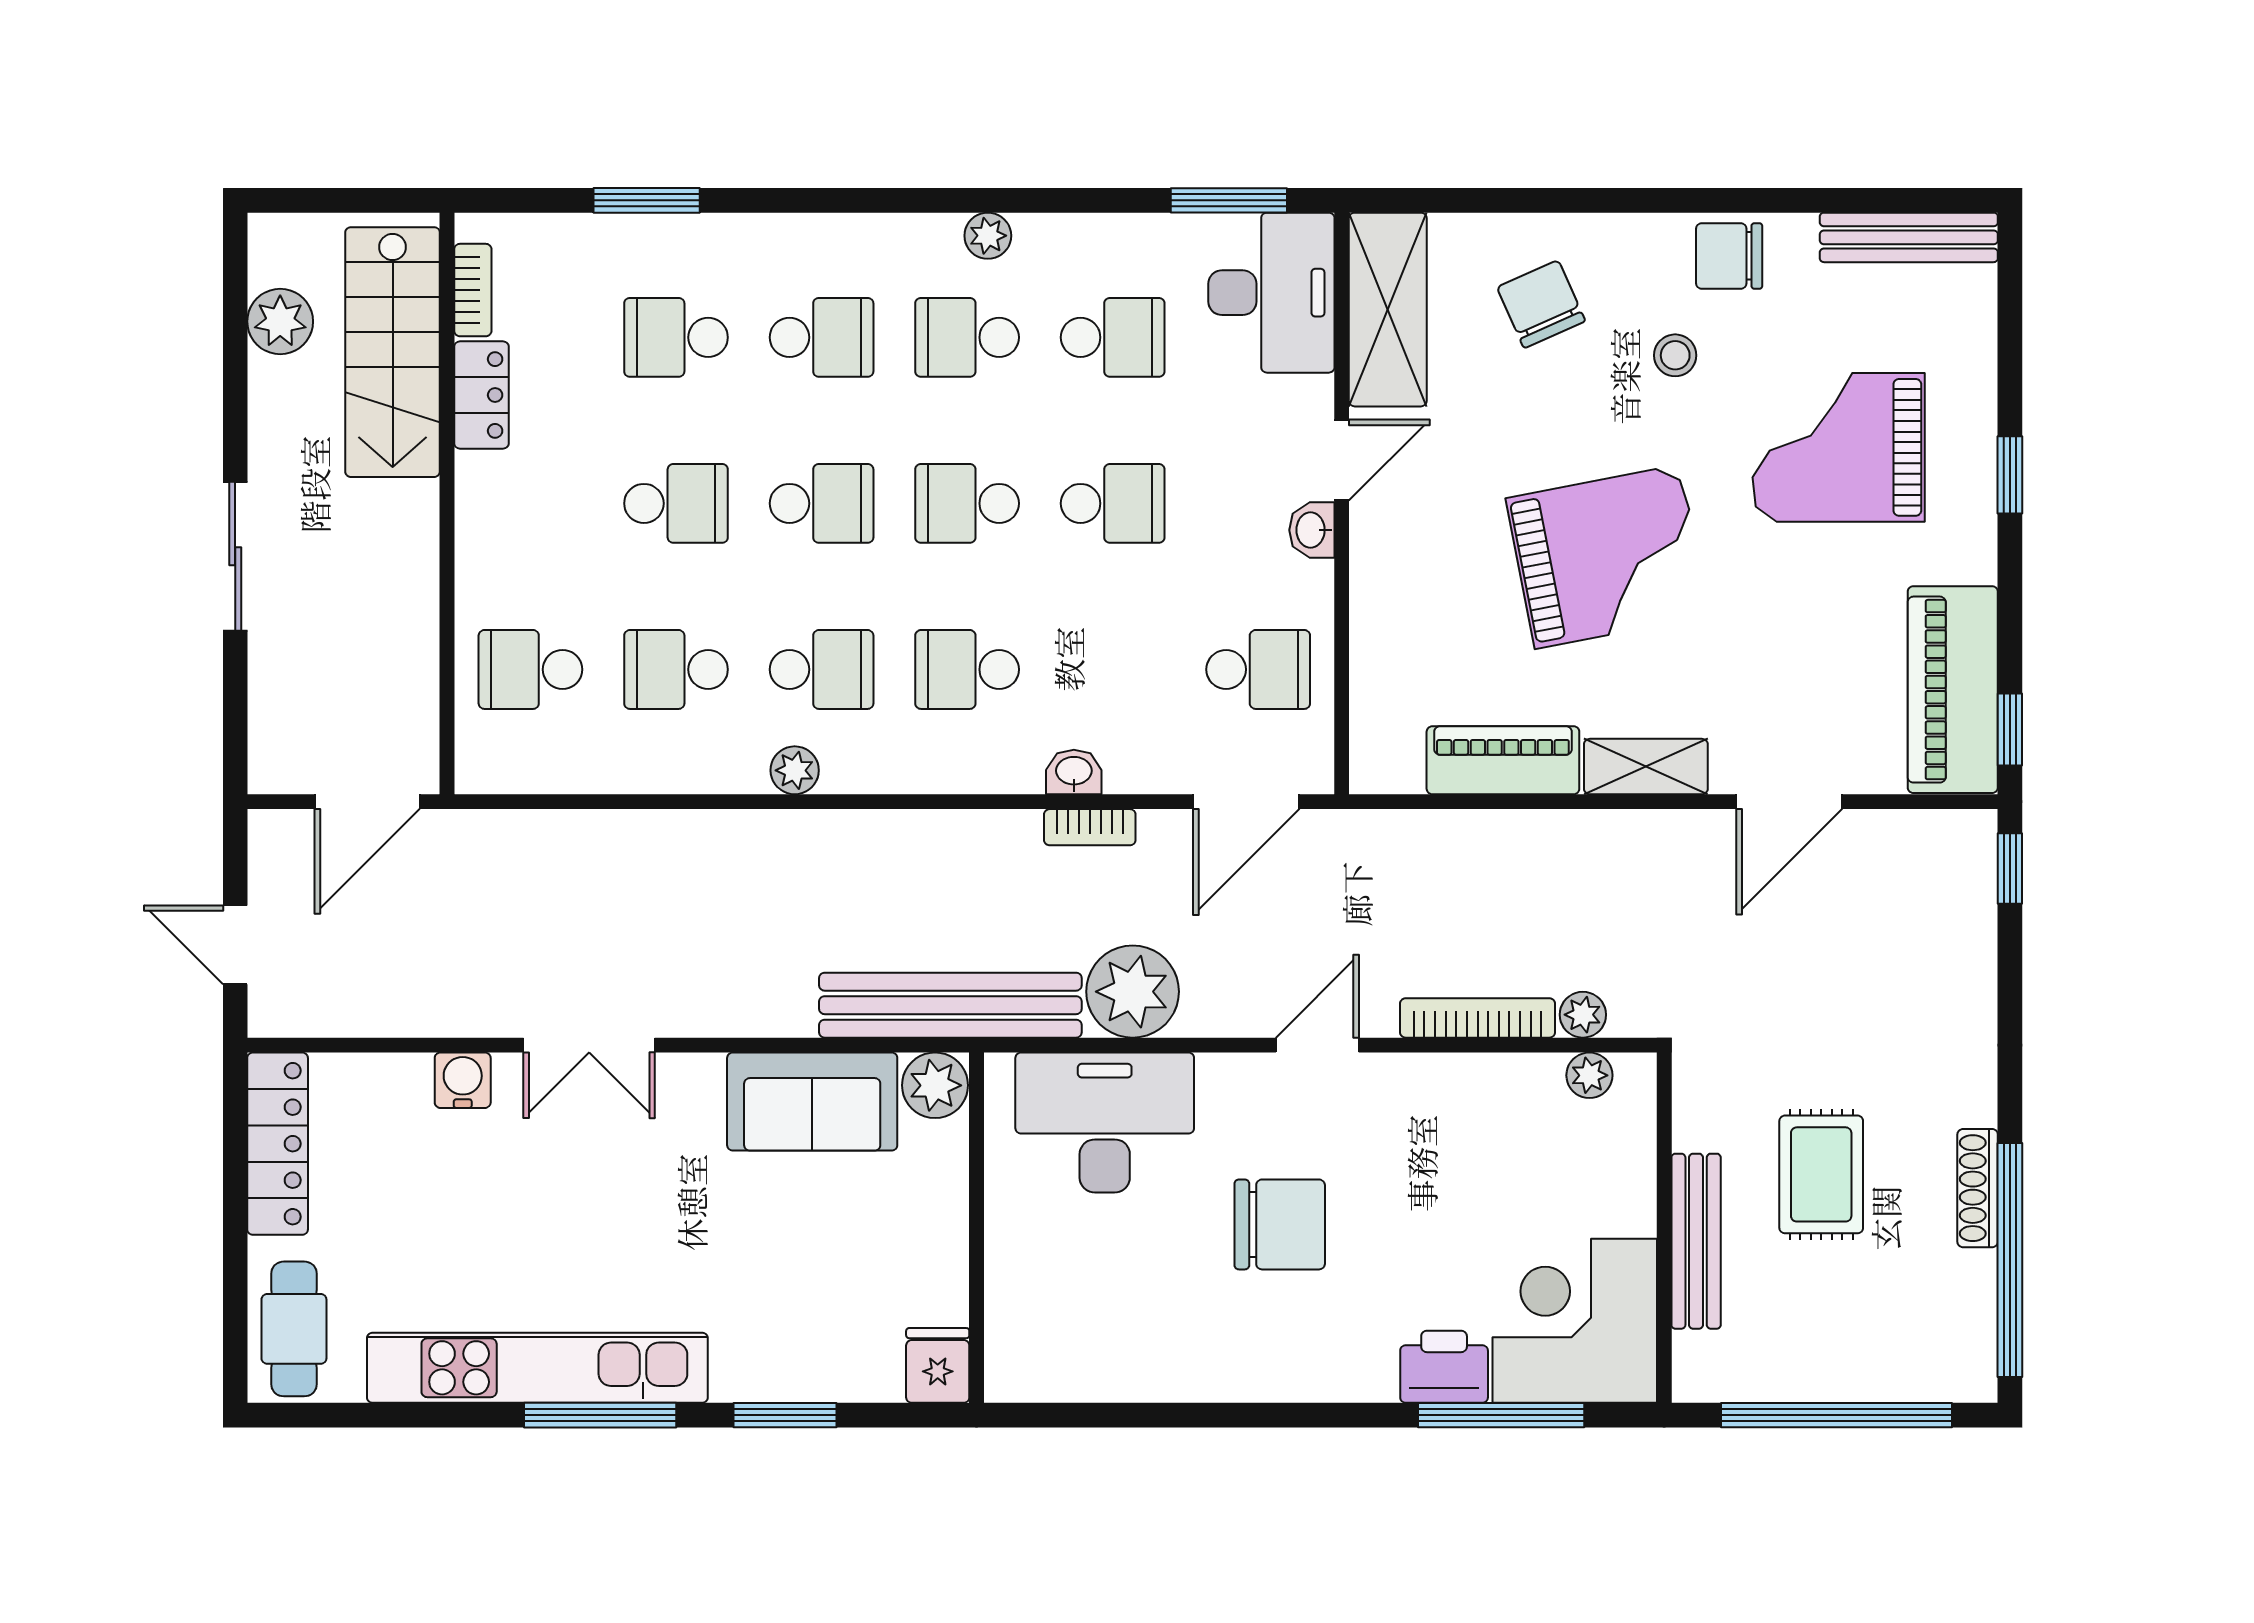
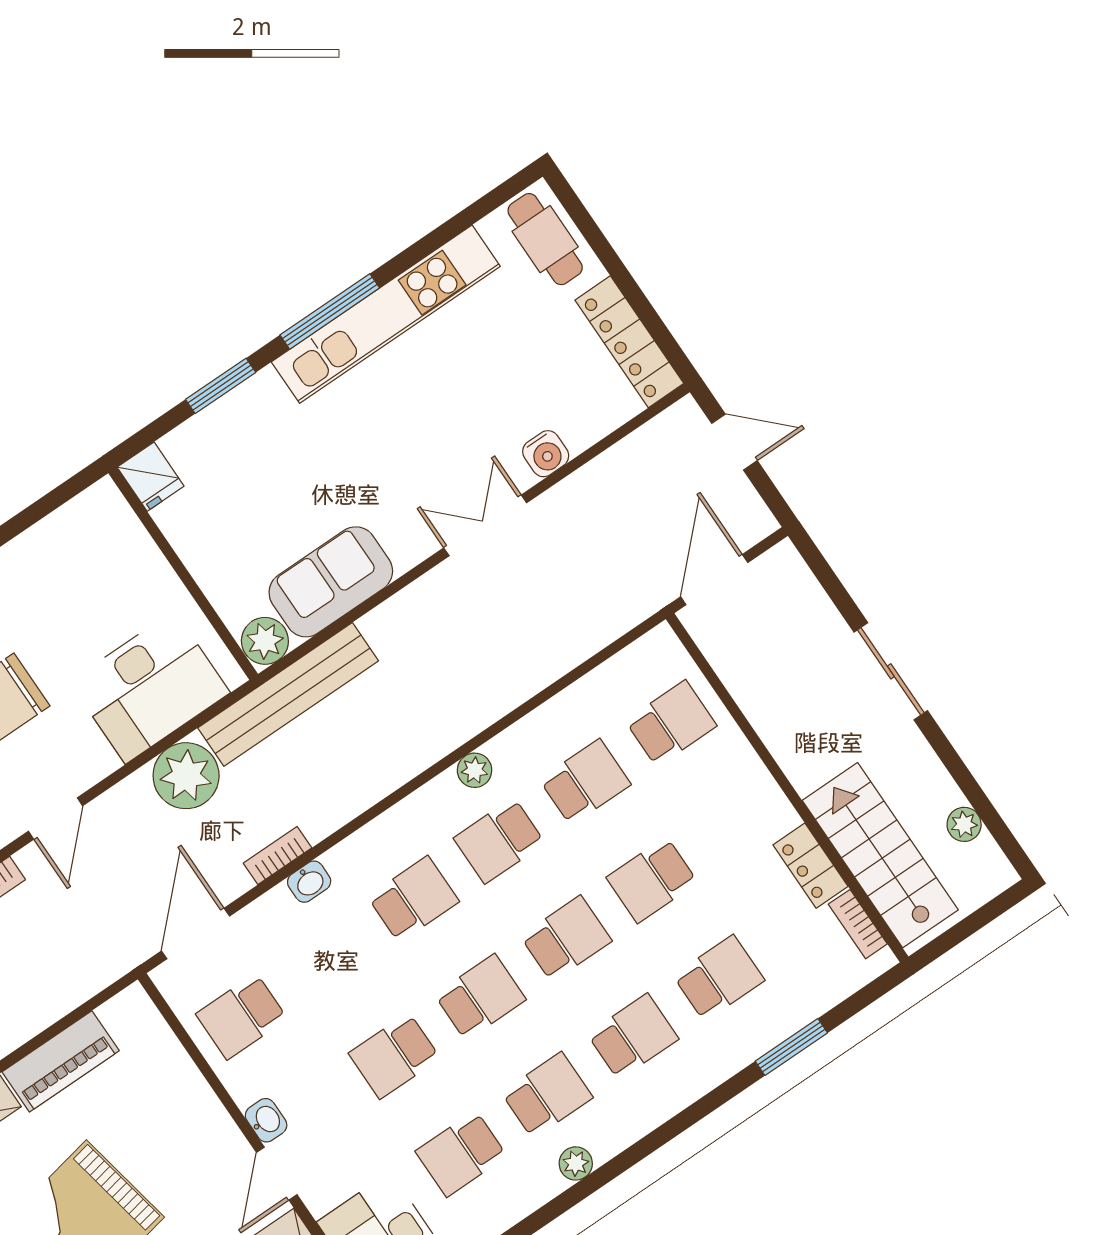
plant: (280, 321) -> (964, 824), width x0.73, depth x0.73
school desk: (822, 337) -> (633, 1037), turned 180
school desk: (822, 503) -> (566, 939), turned 180

